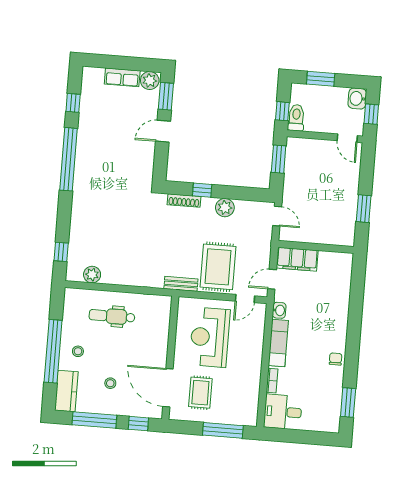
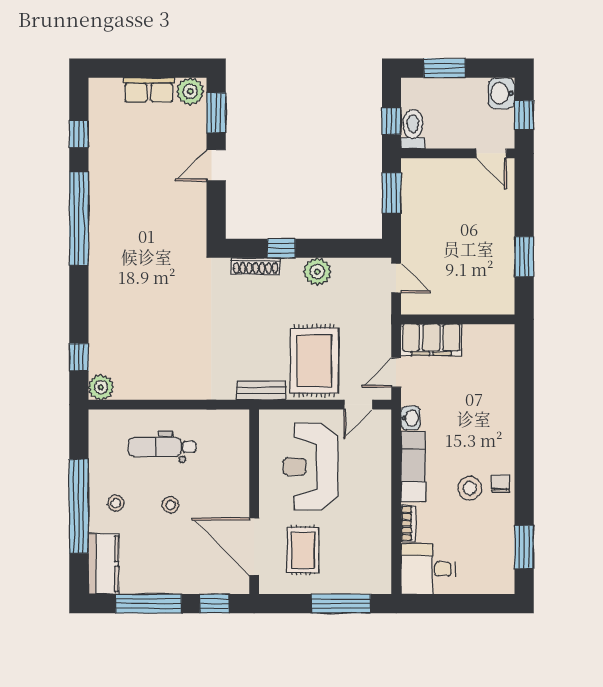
plant: (92, 275) -> (101, 387), moved
stool: (315, 360) -> (470, 488), added
stool: (110, 383) -> (171, 505), moved

